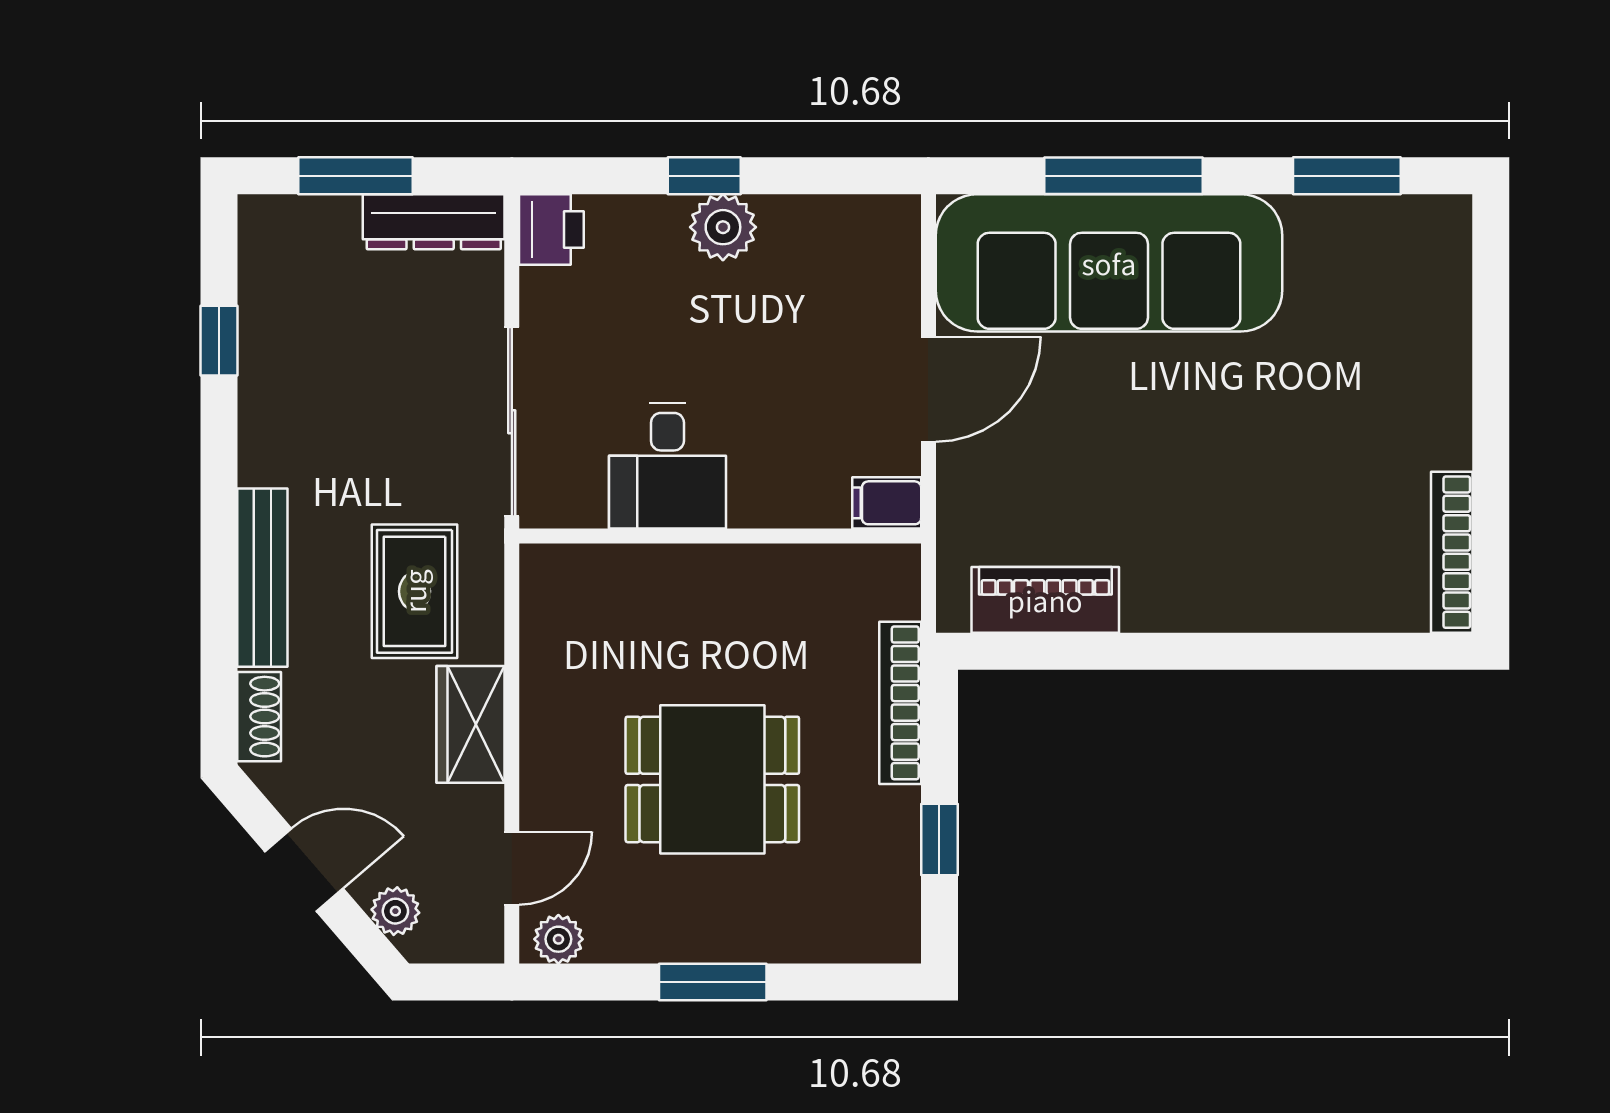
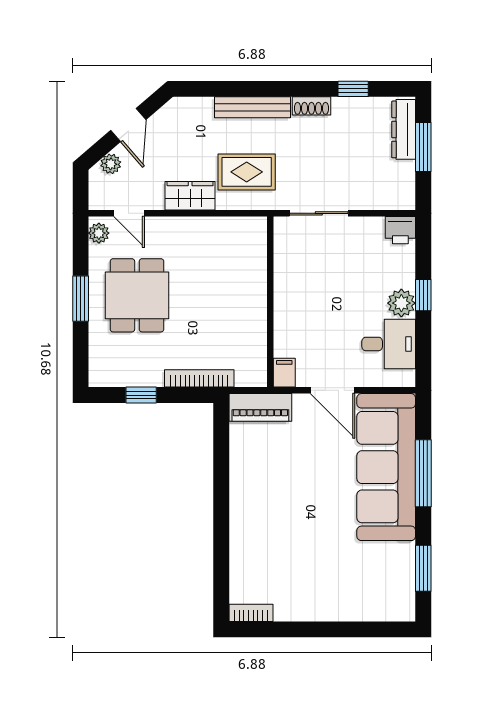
dresser: (434, 222) -> (404, 129), moved
sliding door: (512, 422) -> (319, 213), width x0.73
desk: (667, 466) -> (389, 344), moved, turned 180
bookcase: (1452, 552) -> (251, 613), width x0.64
piano: (1045, 600) -> (260, 407), moved, turned 90
shoe rack: (259, 717) -> (312, 106), moved
dining table: (712, 779) -> (137, 295), moved

